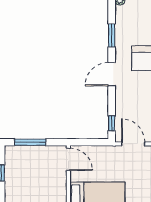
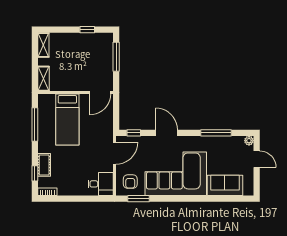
window: (112, 35) -> (216, 133), width x1.44
door: (112, 74) -> (167, 133), moved

